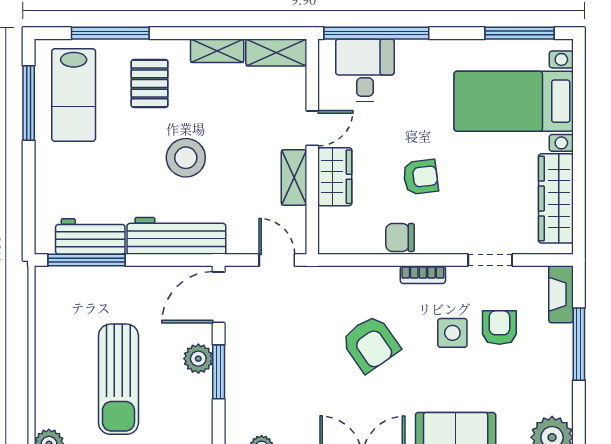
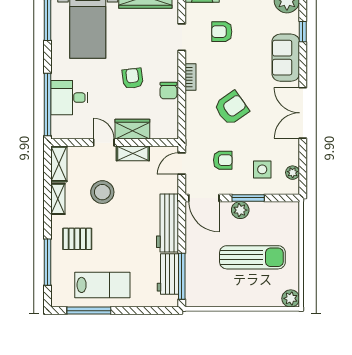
desk: (365, 70) -> (69, 98), moved
lab bench: (74, 95) -> (102, 285), moved
stool: (186, 158) -> (102, 192), moved
armchair: (282, 329) -> (223, 160), added
side table: (452, 333) -> (262, 169), moved

